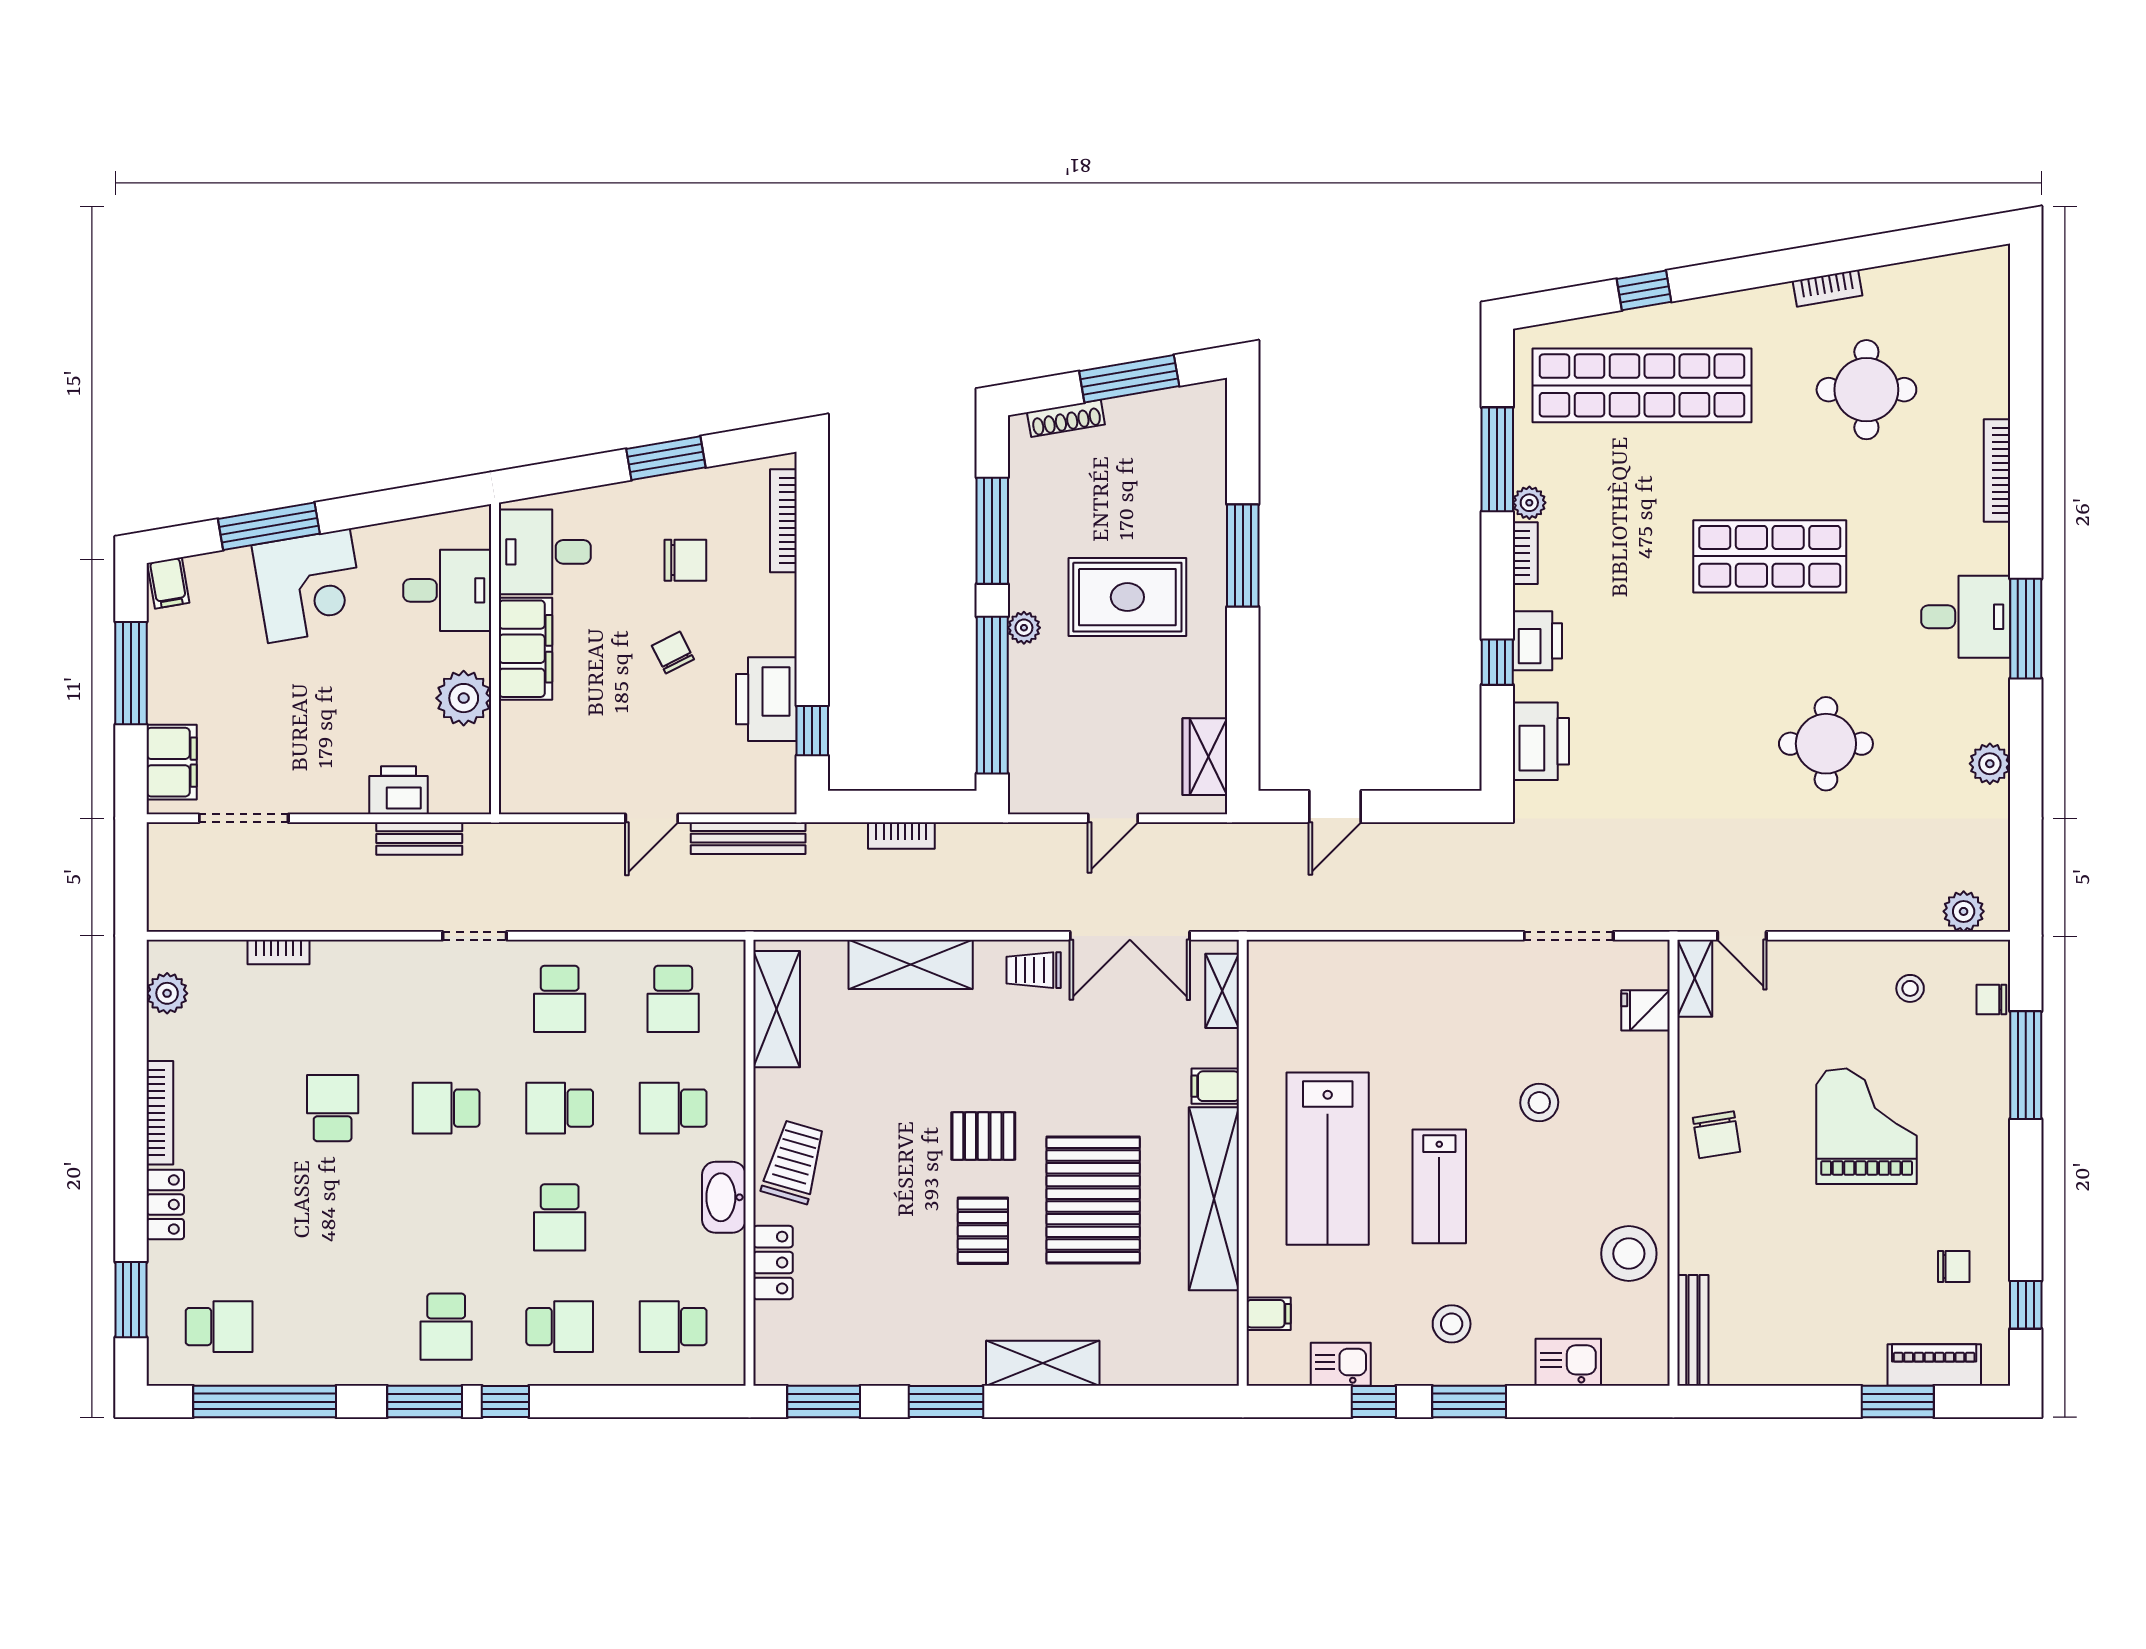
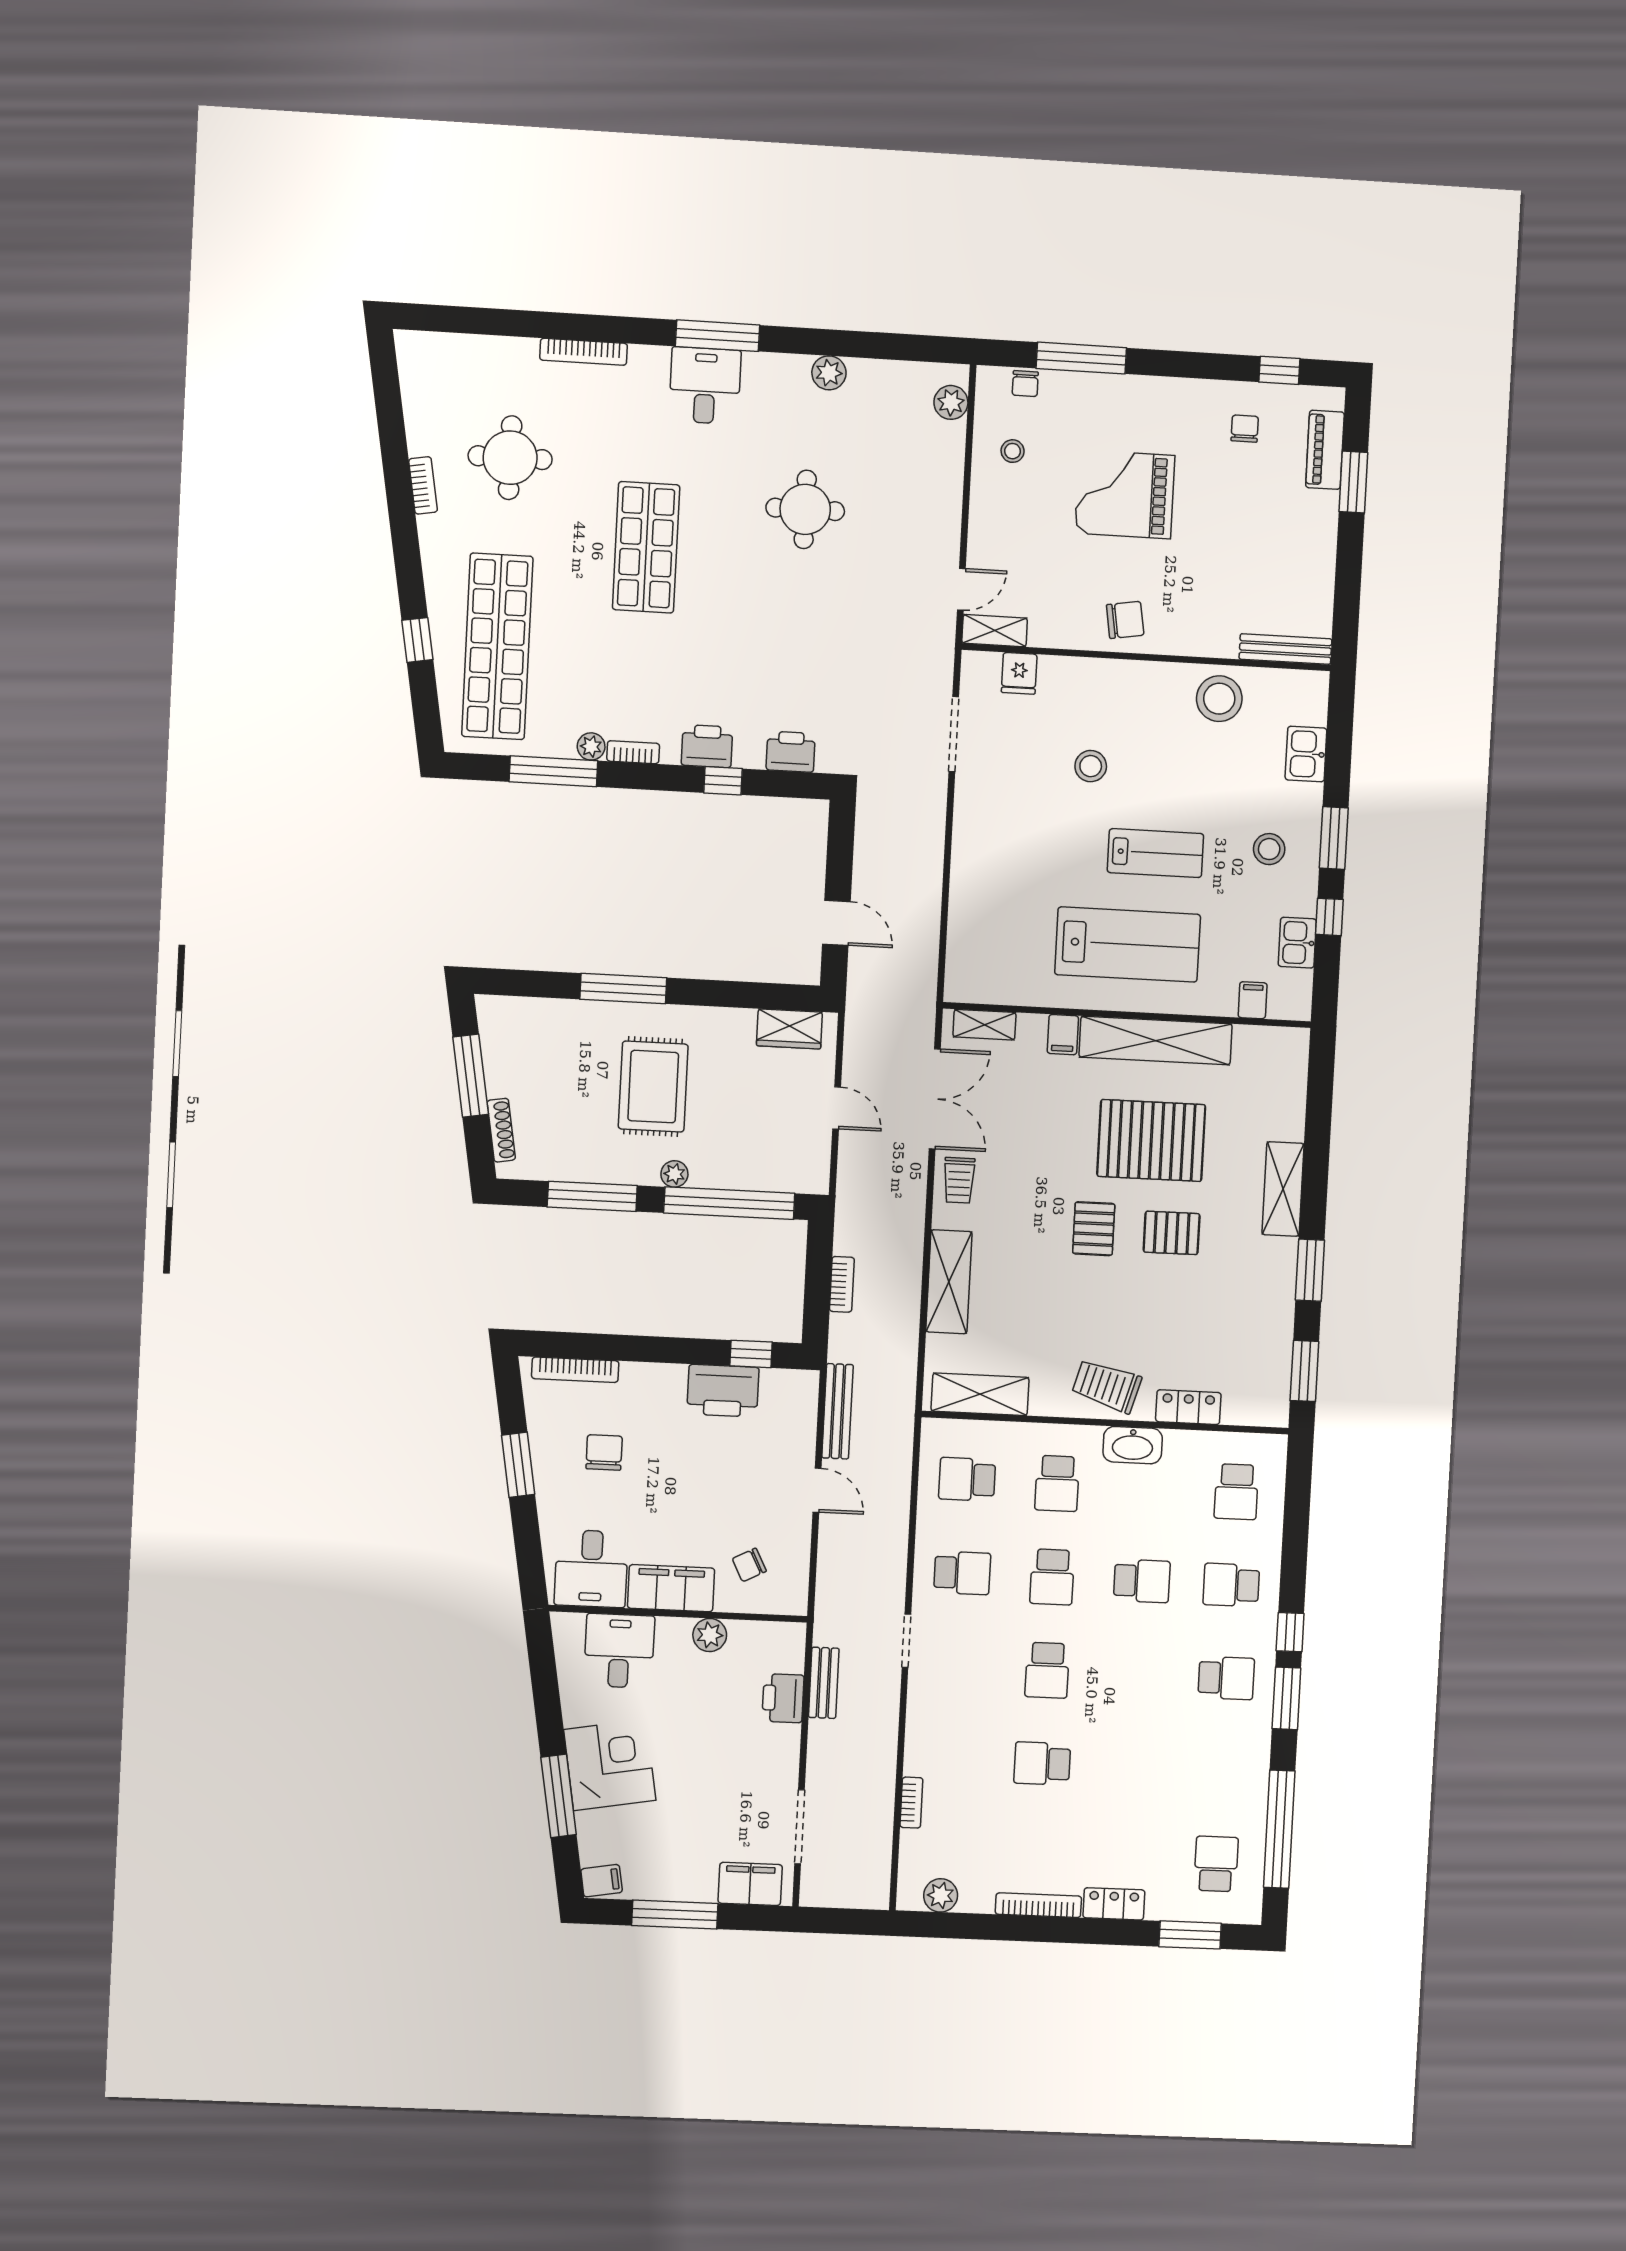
chair: (673, 652) -> (749, 1565), moved
plant: (464, 698) -> (710, 1635), width x0.73, depth x0.73
printer: (1541, 741) -> (791, 752), width x0.73, depth x0.84
school desk: (673, 999) -> (967, 1479), turned 180
school desk: (560, 1327) -> (1231, 1585), turned -90

